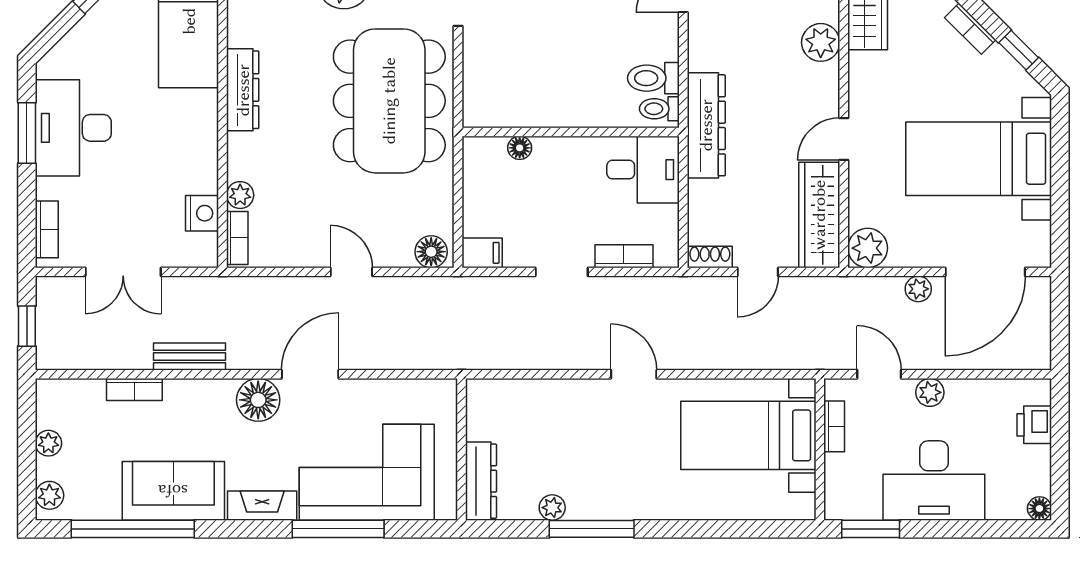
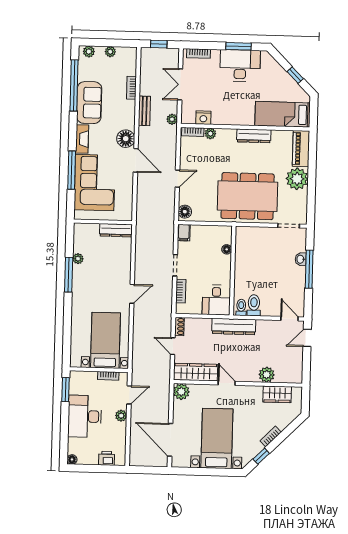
plant: (918, 289) -> (172, 119), moved
dresser: (481, 481) -> (116, 230), moved

